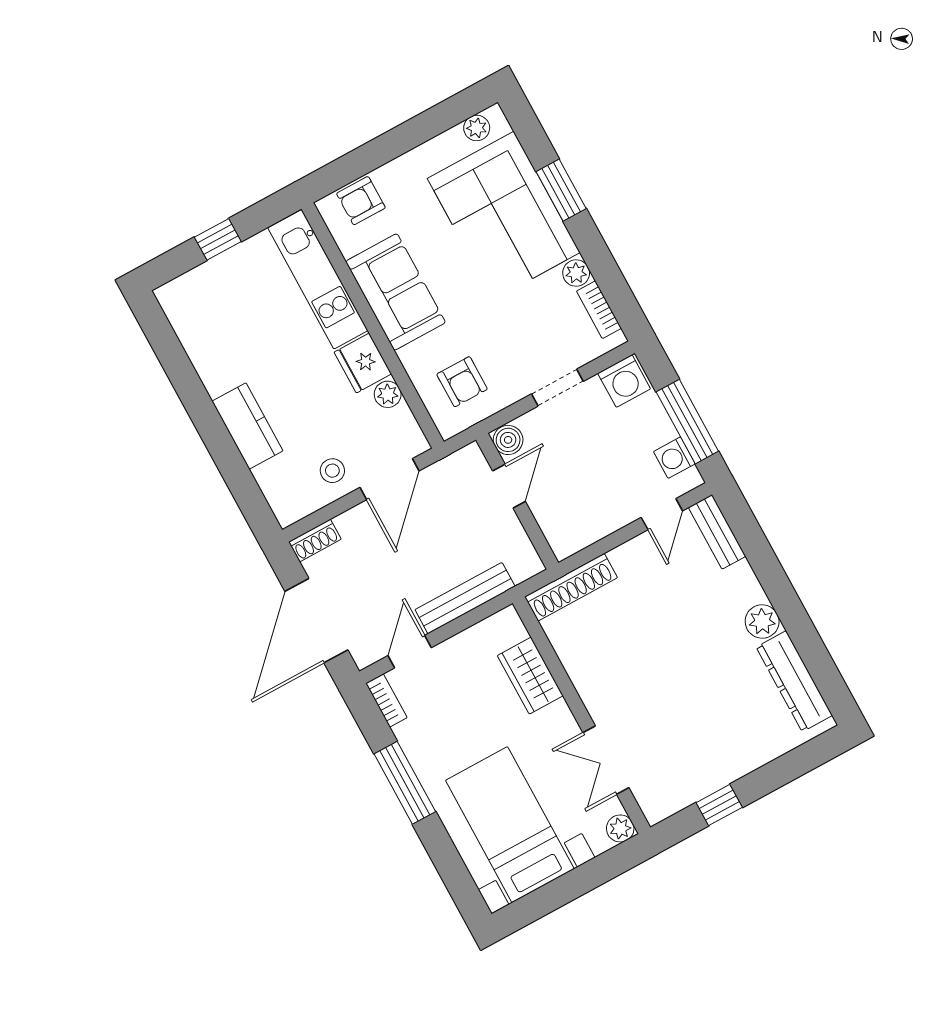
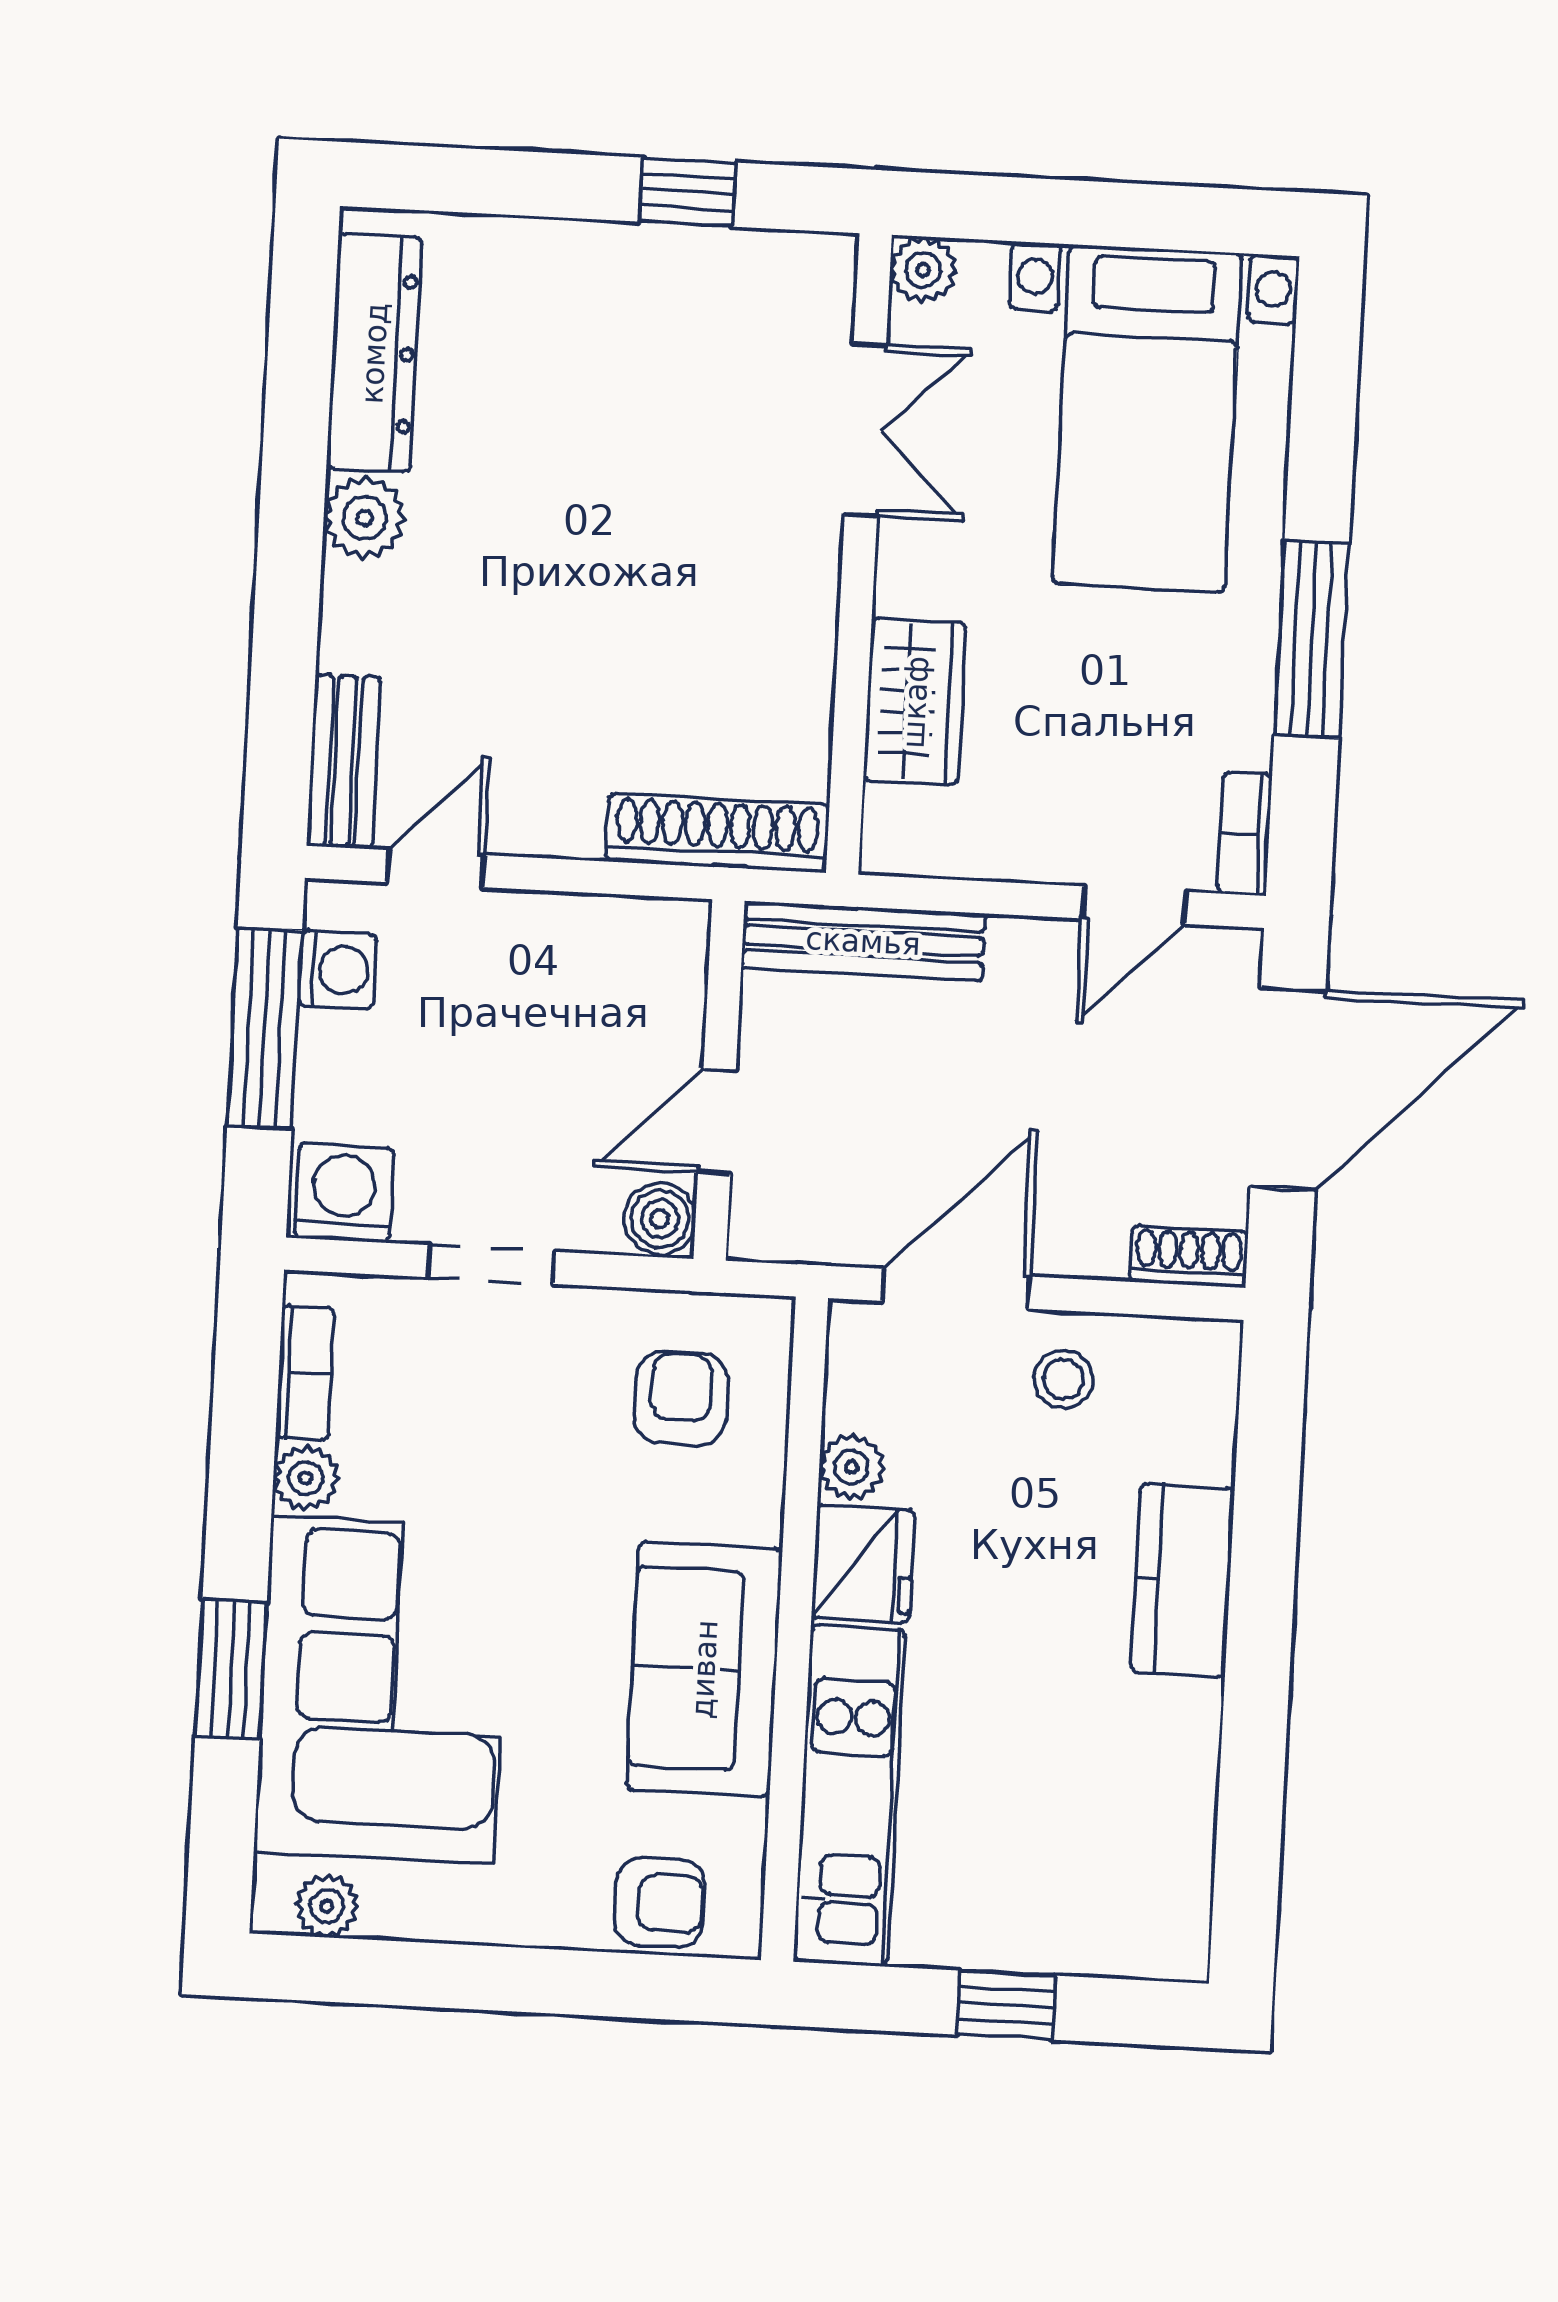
bench: (465, 598) -> (863, 941), moved

